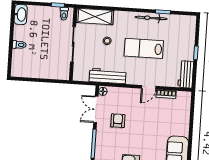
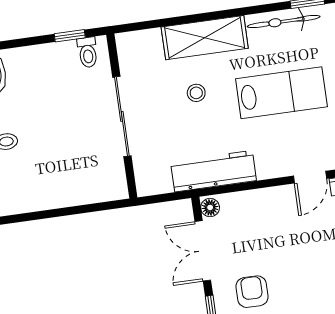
shelving: (95, 16) -> (205, 38), moved
lab bench: (144, 48) -> (281, 93), turned 180
armchair: (118, 121) -> (252, 292), moved

